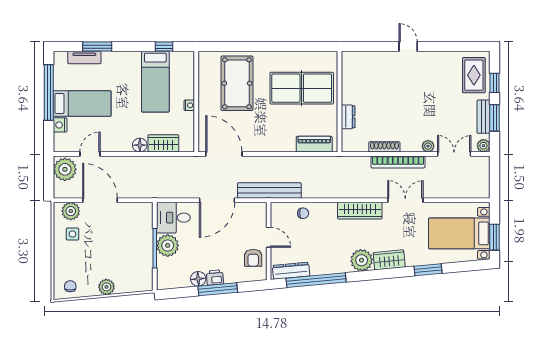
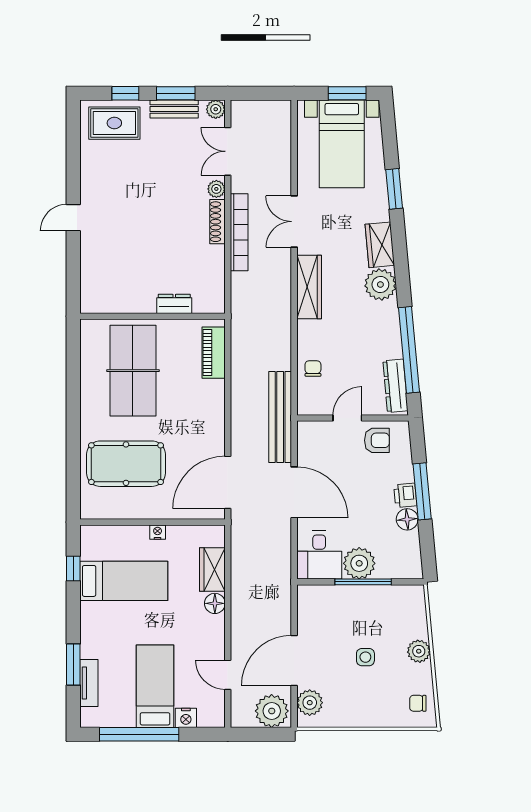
shoe rack: (384, 147) -> (218, 222), moved
plant: (65, 169) -> (272, 711), moved
side table: (72, 234) -> (365, 657), moved

